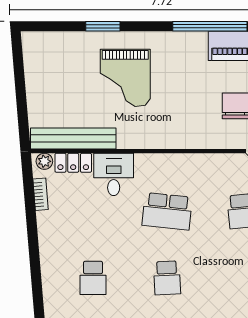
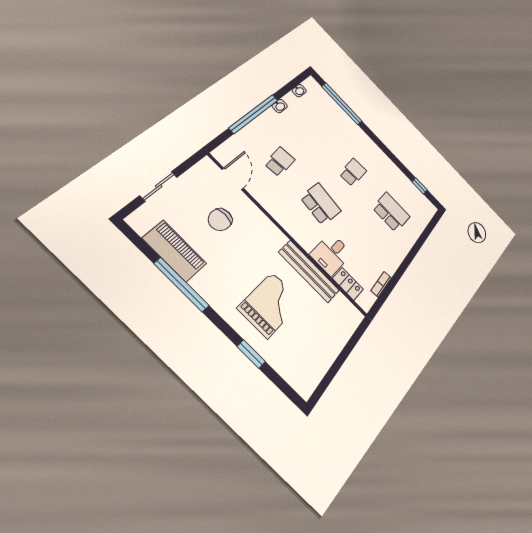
bench: (73, 139) -> (309, 271), moved
plant: (44, 161) -> (363, 301), removed
school desk: (93, 278) -> (391, 212), width x1.85

